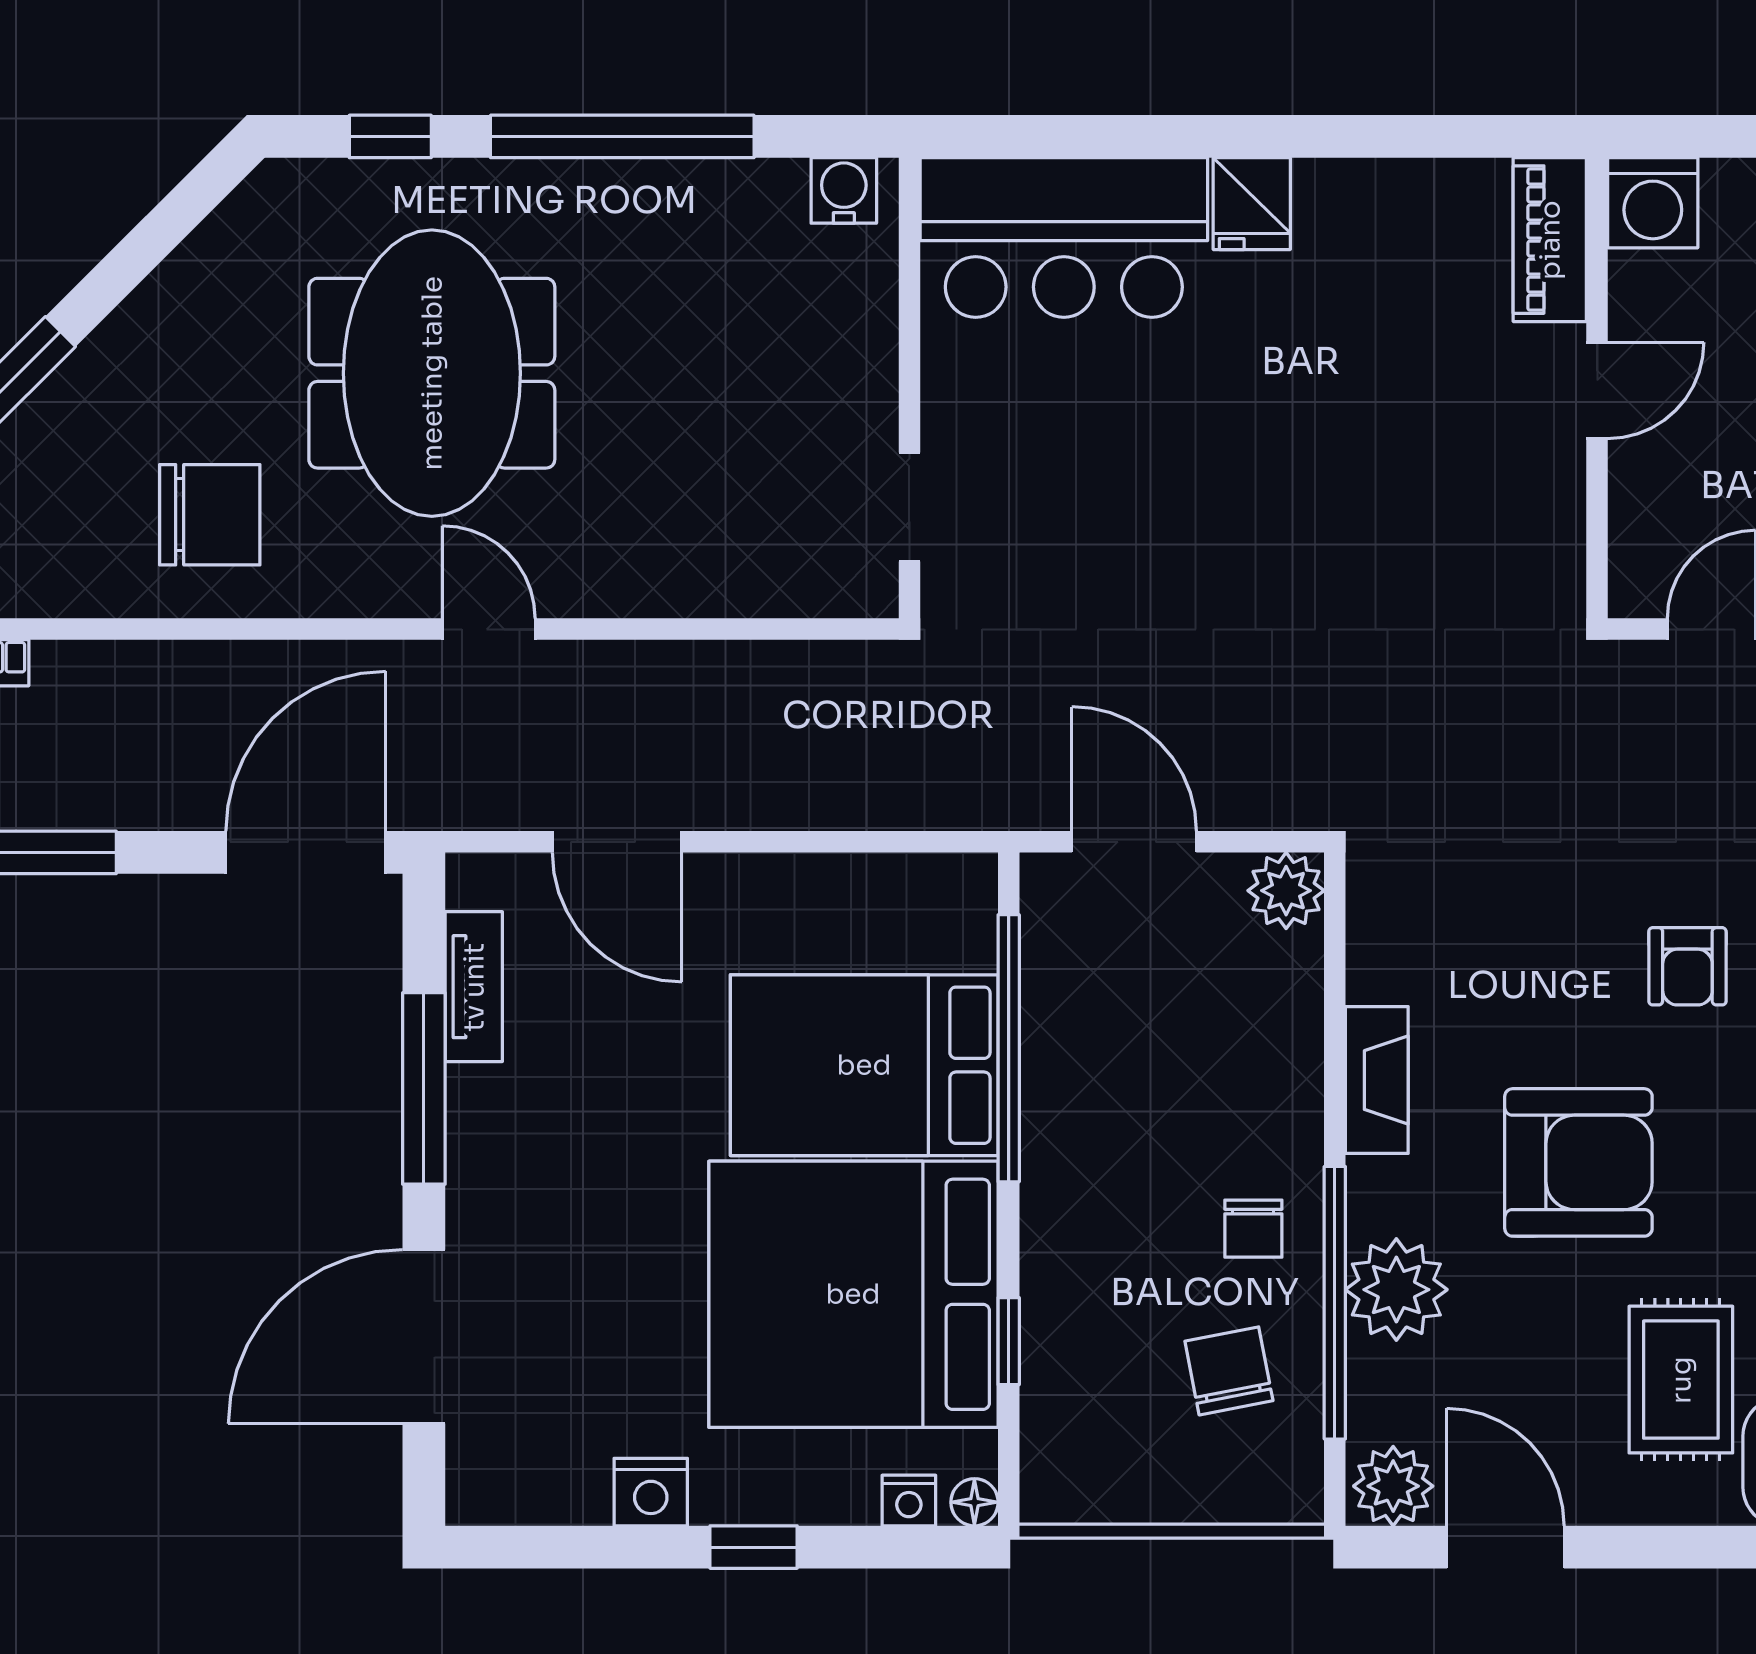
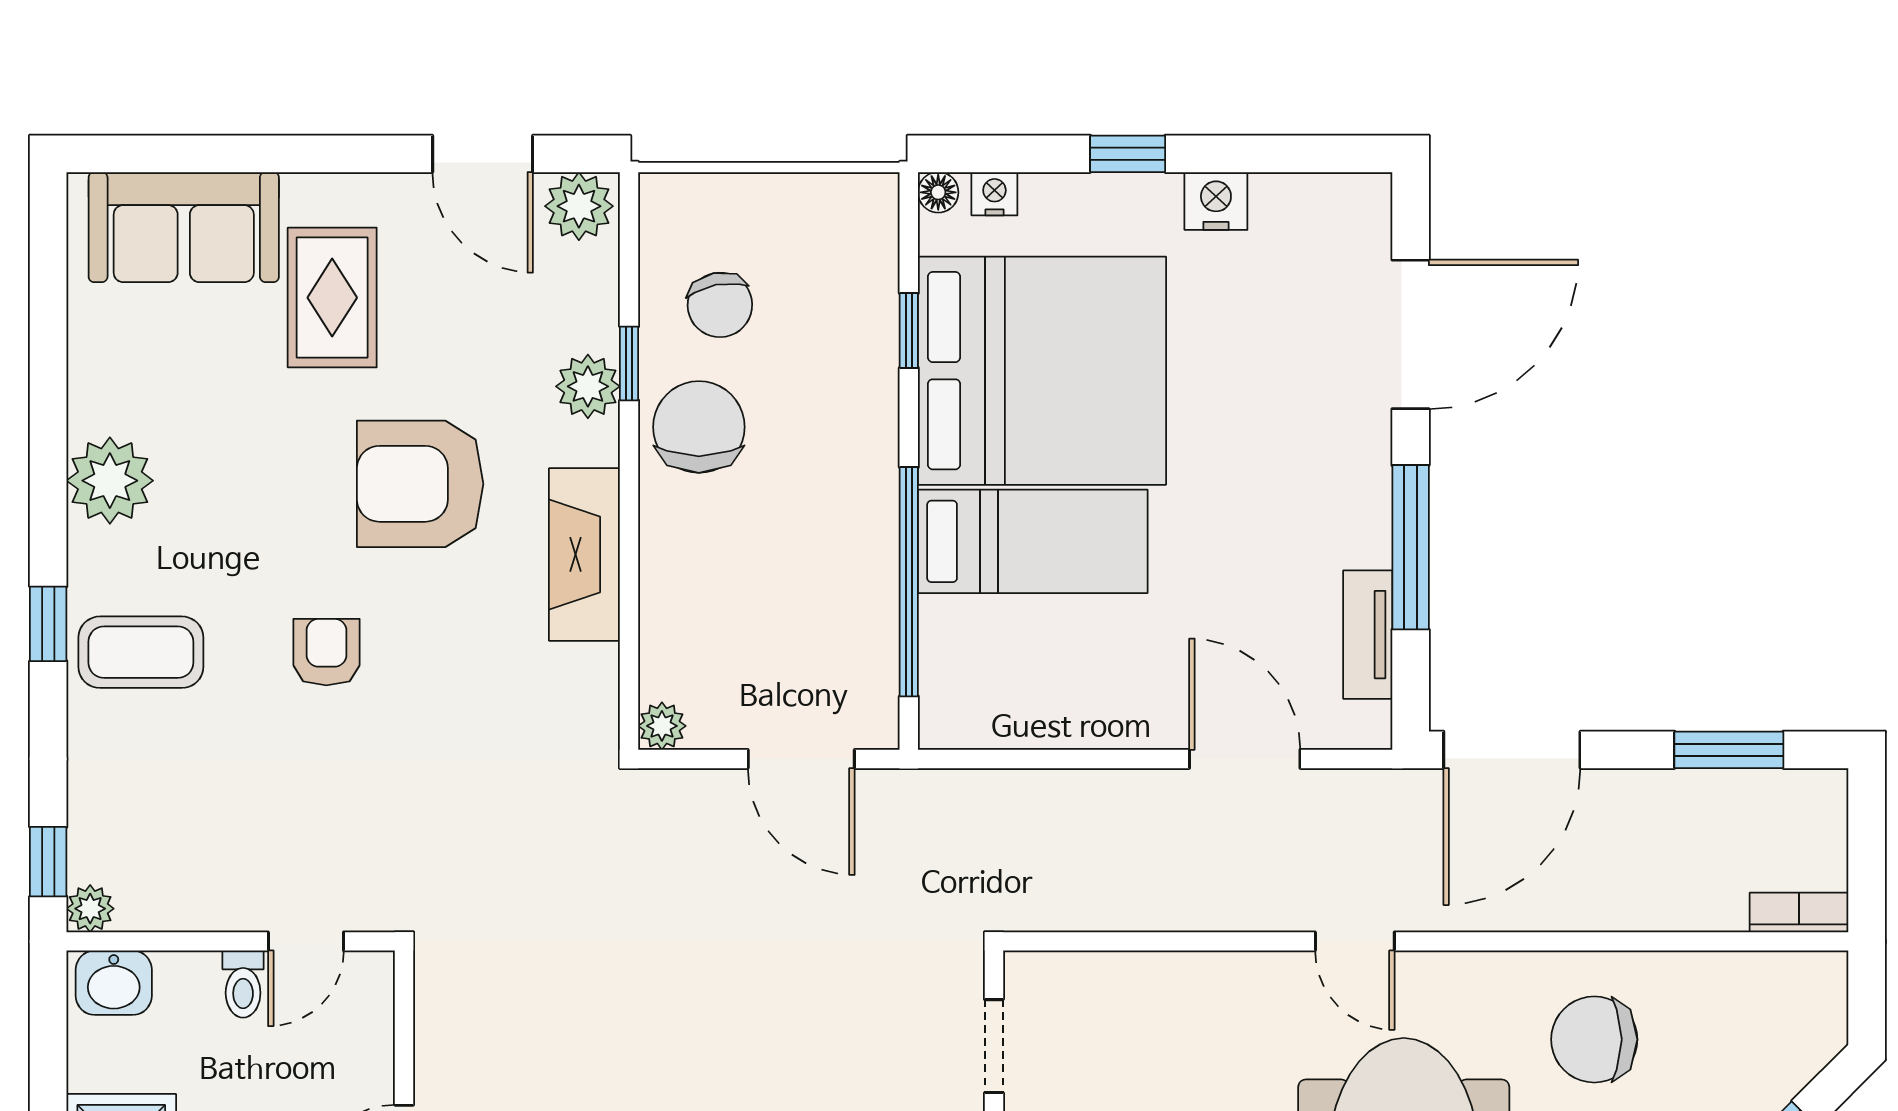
plant: (1286, 891) -> (662, 726), width x0.73, depth x0.73
bed: (864, 1065) -> (1033, 541), width x0.67
fireplace: (1377, 1080) -> (584, 554), width x1.37, depth x1.32
chair: (1253, 1229) -> (699, 427), width x1.87, depth x1.87
plant: (1396, 1290) -> (588, 386), width x0.73, depth x0.73
window: (1335, 1303) -> (629, 363), width x0.32

